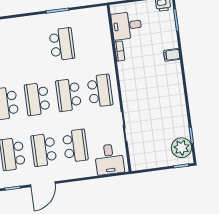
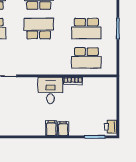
desk: (127, 26) -> (50, 90), moved
filing cabinet: (173, 68) -> (51, 128), added
school desk: (100, 91) -> (86, 58), moved

